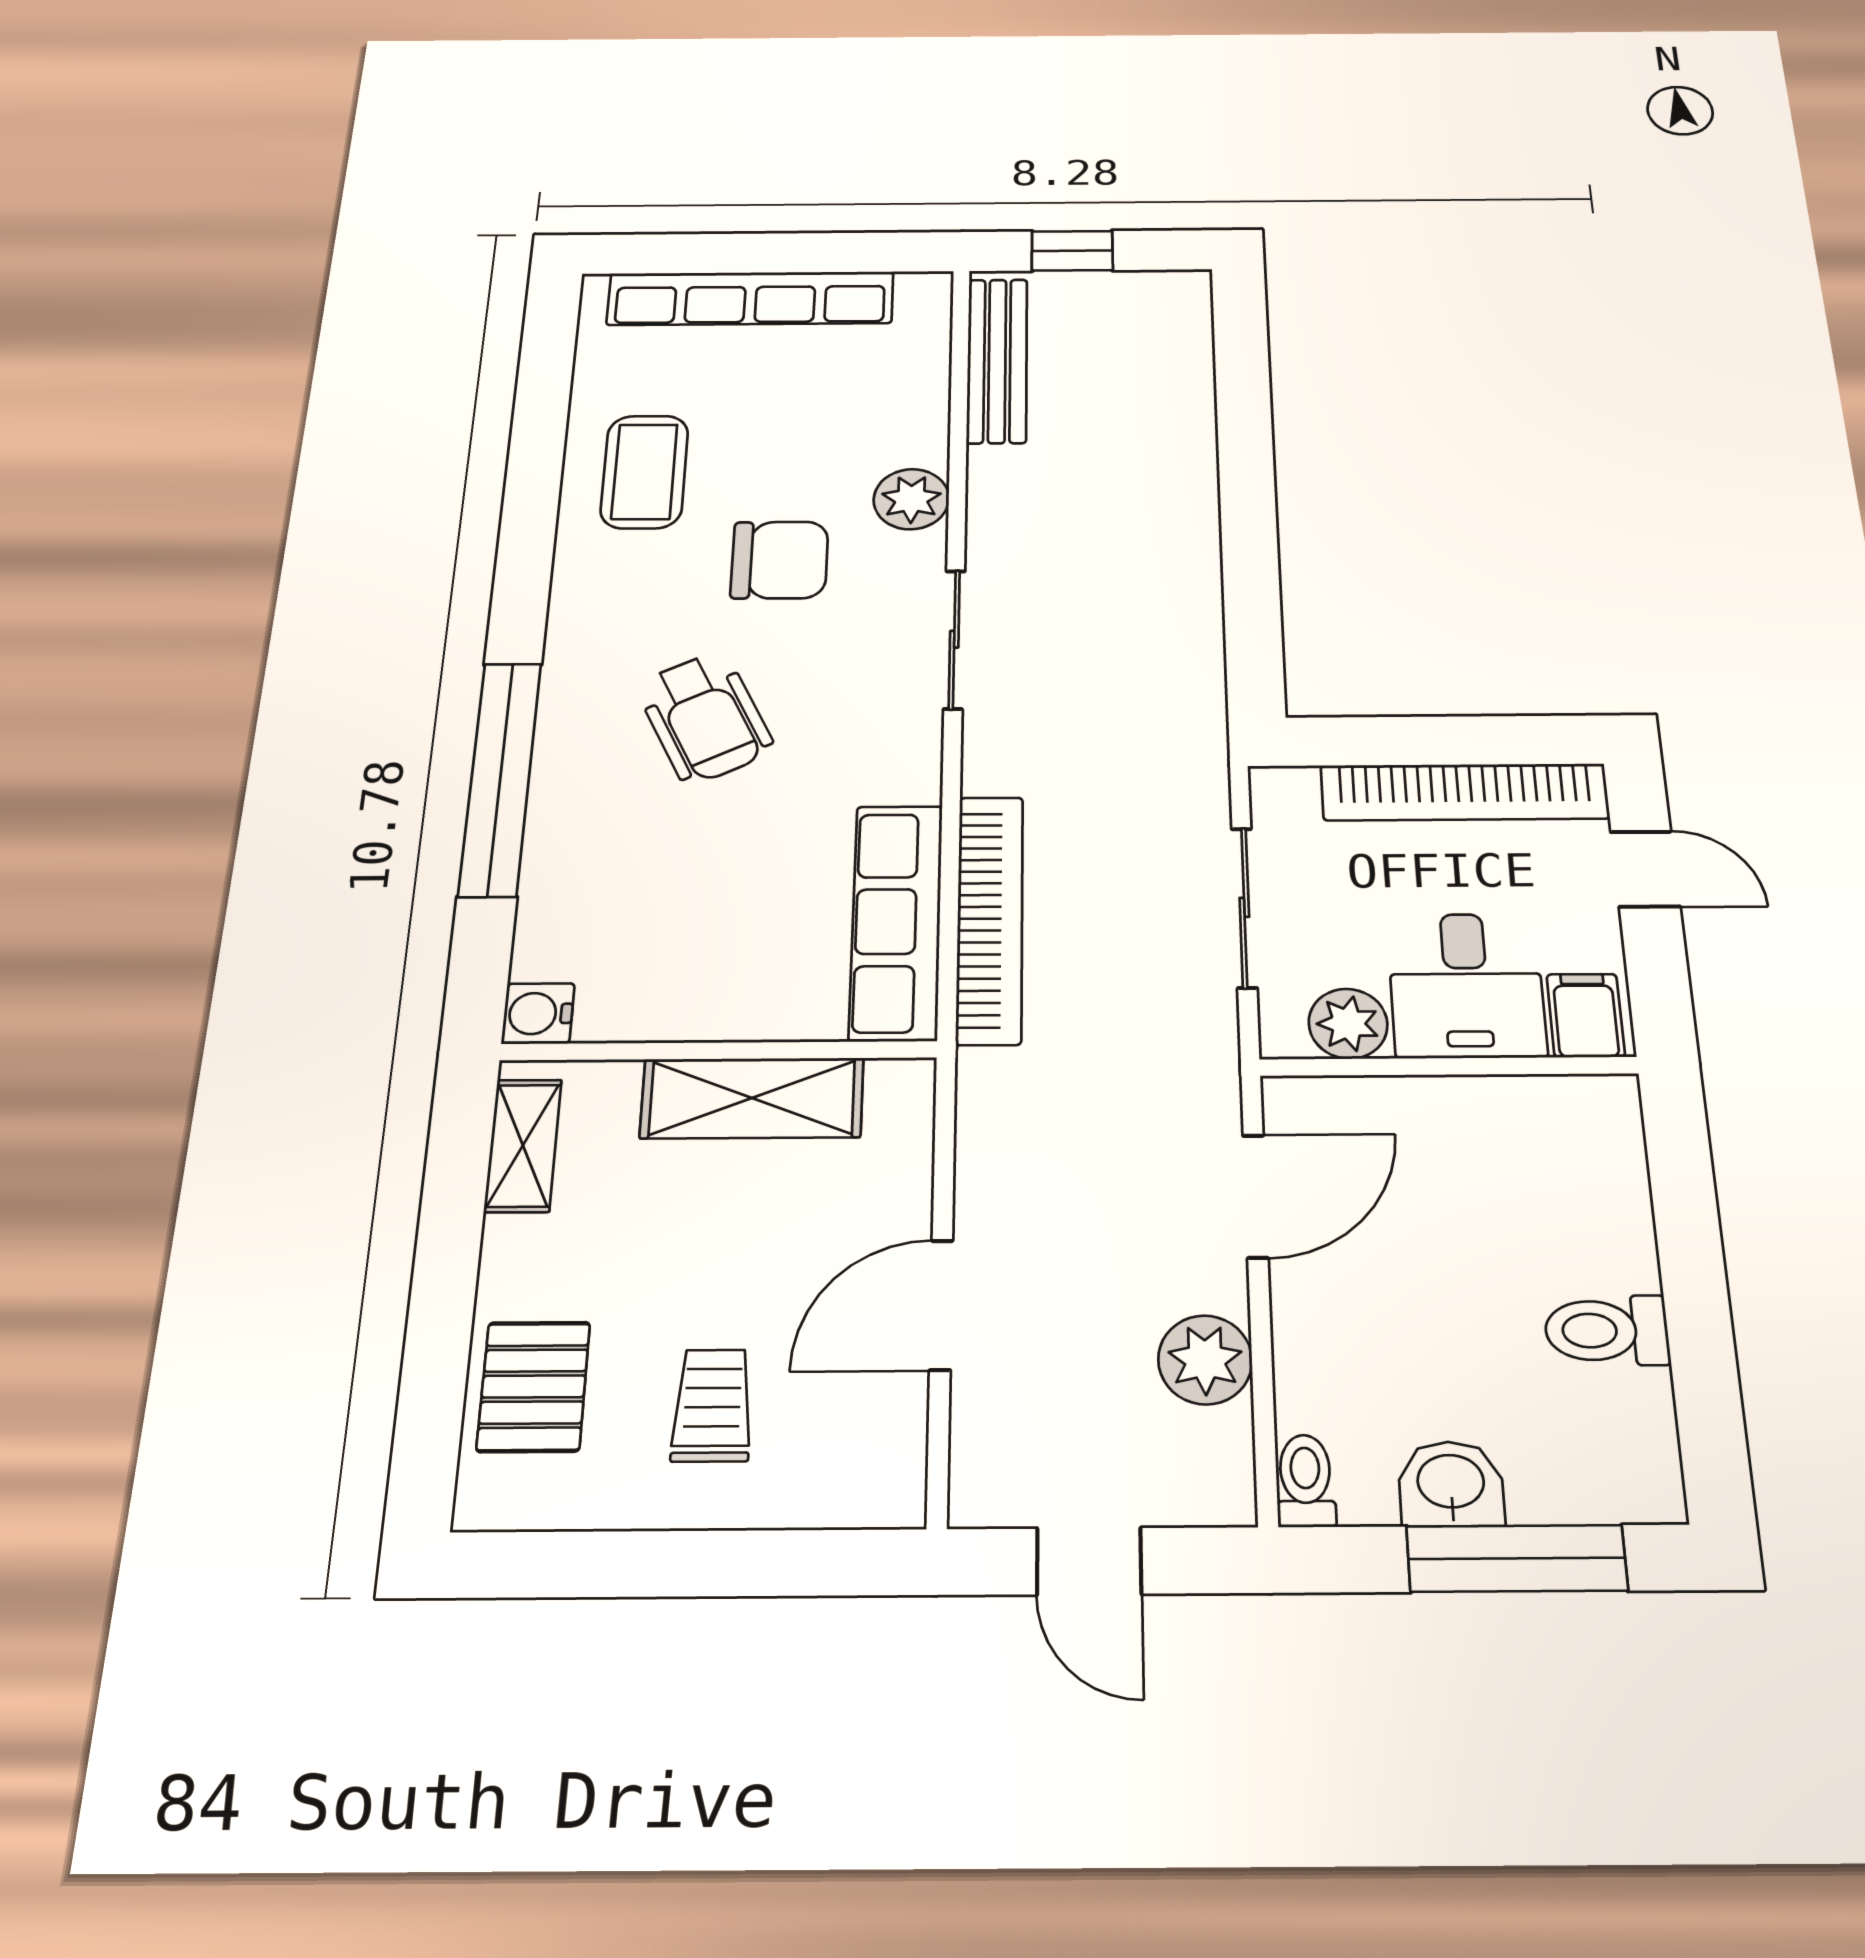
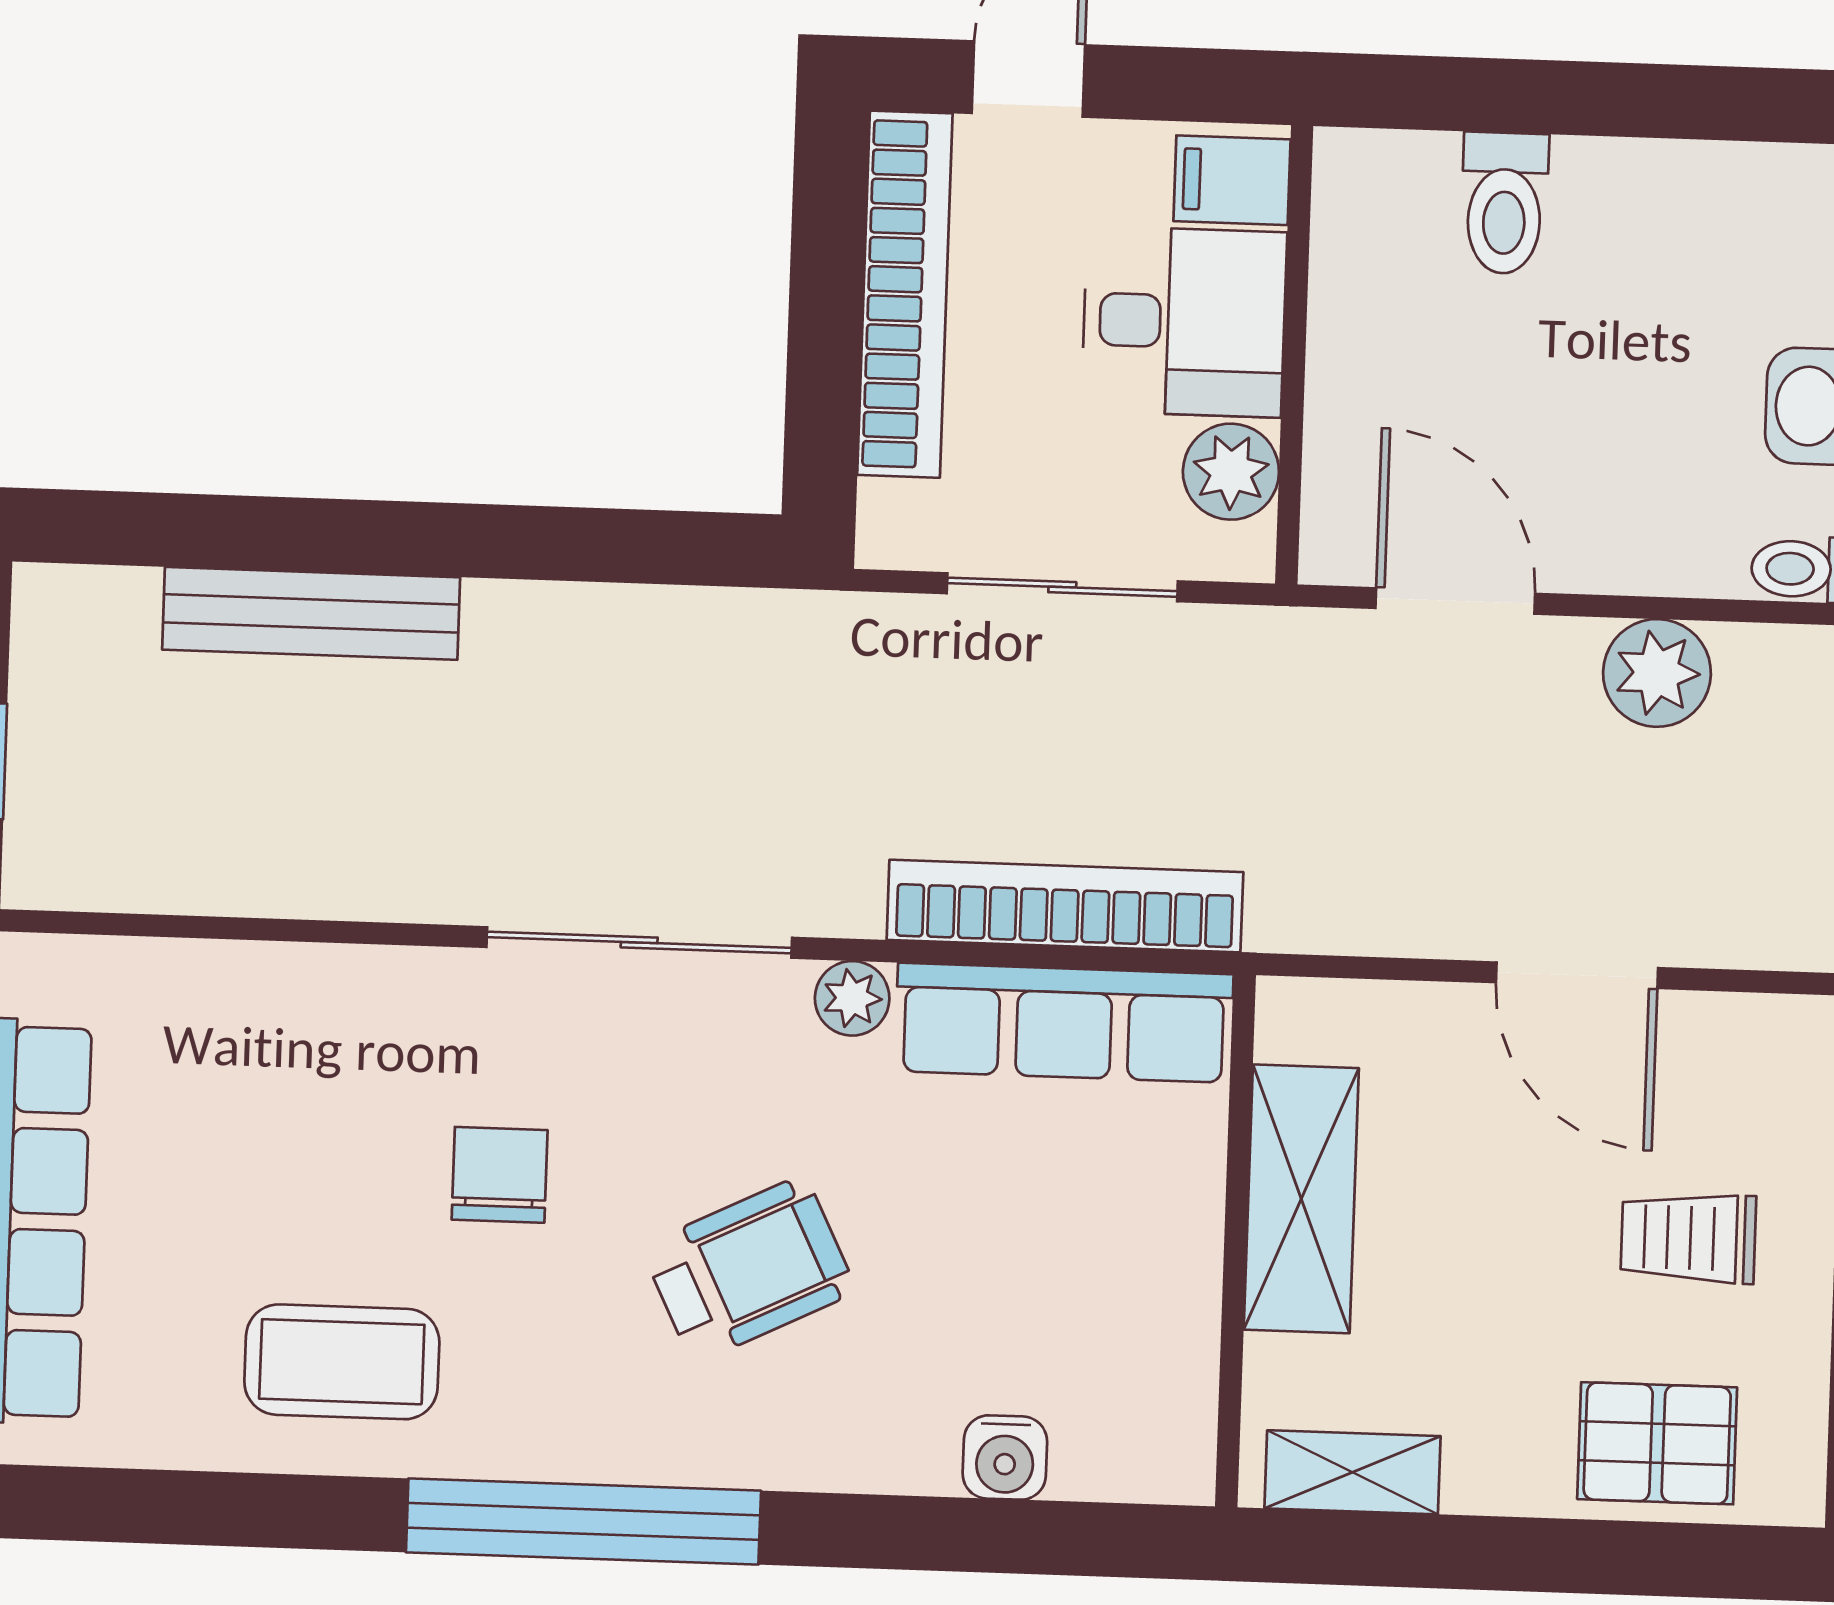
bench: (997, 360) -> (311, 613), moved
plant: (911, 499) -> (852, 998), moved, width x0.73, depth x0.73
chair: (780, 560) -> (500, 1175), width x0.73, depth x0.73
sliding door: (954, 639) -> (639, 942), width x1.37
window: (500, 778) -> (583, 1521), moved
water cooler: (538, 1014) -> (1005, 1458), moved
toilet: (1607, 1330) -> (1504, 203), moved

